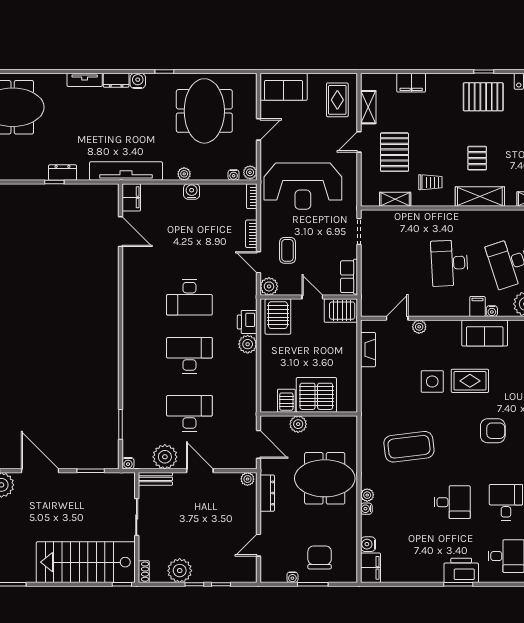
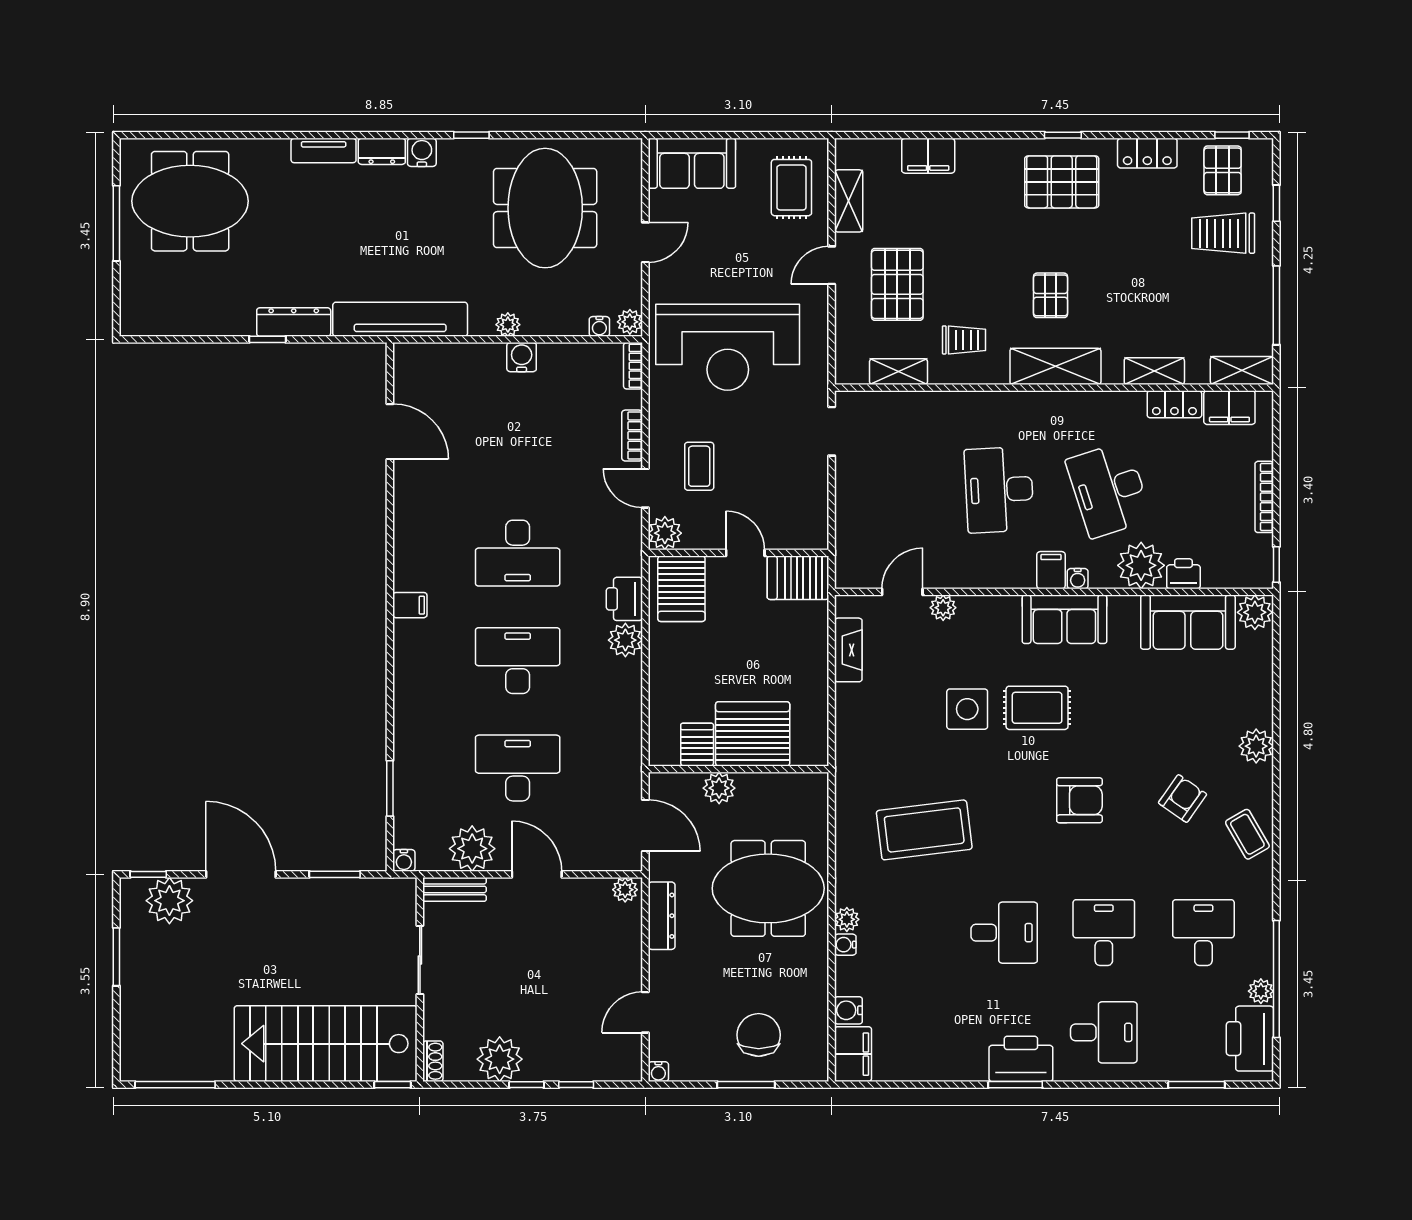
dresser: (62, 173) -> (294, 322), width x1.44
filing cabinet: (131, 197) -> (410, 605), moved, width x0.50
row of seats: (349, 277) -> (813, 515), removed
water cooler: (292, 577) -> (658, 1072), moved

